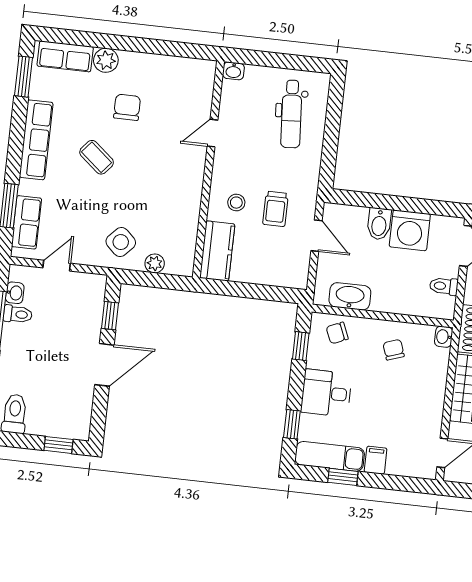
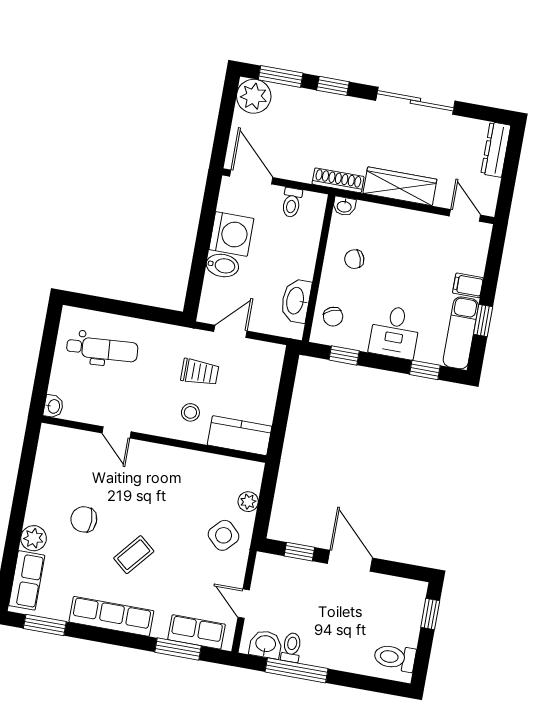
washbasin: (15, 293) -> (266, 644), width x1.38, depth x1.45

